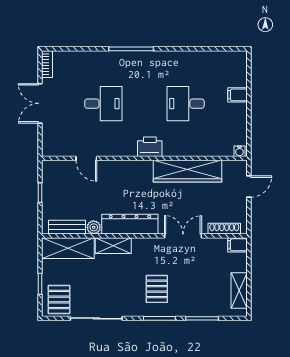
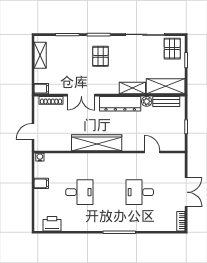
filing cabinet: (238, 95) -> (41, 183), moved
printer: (150, 147) -> (52, 224), moved, turned 180
wardrobe: (187, 171) -> (97, 143), moved

